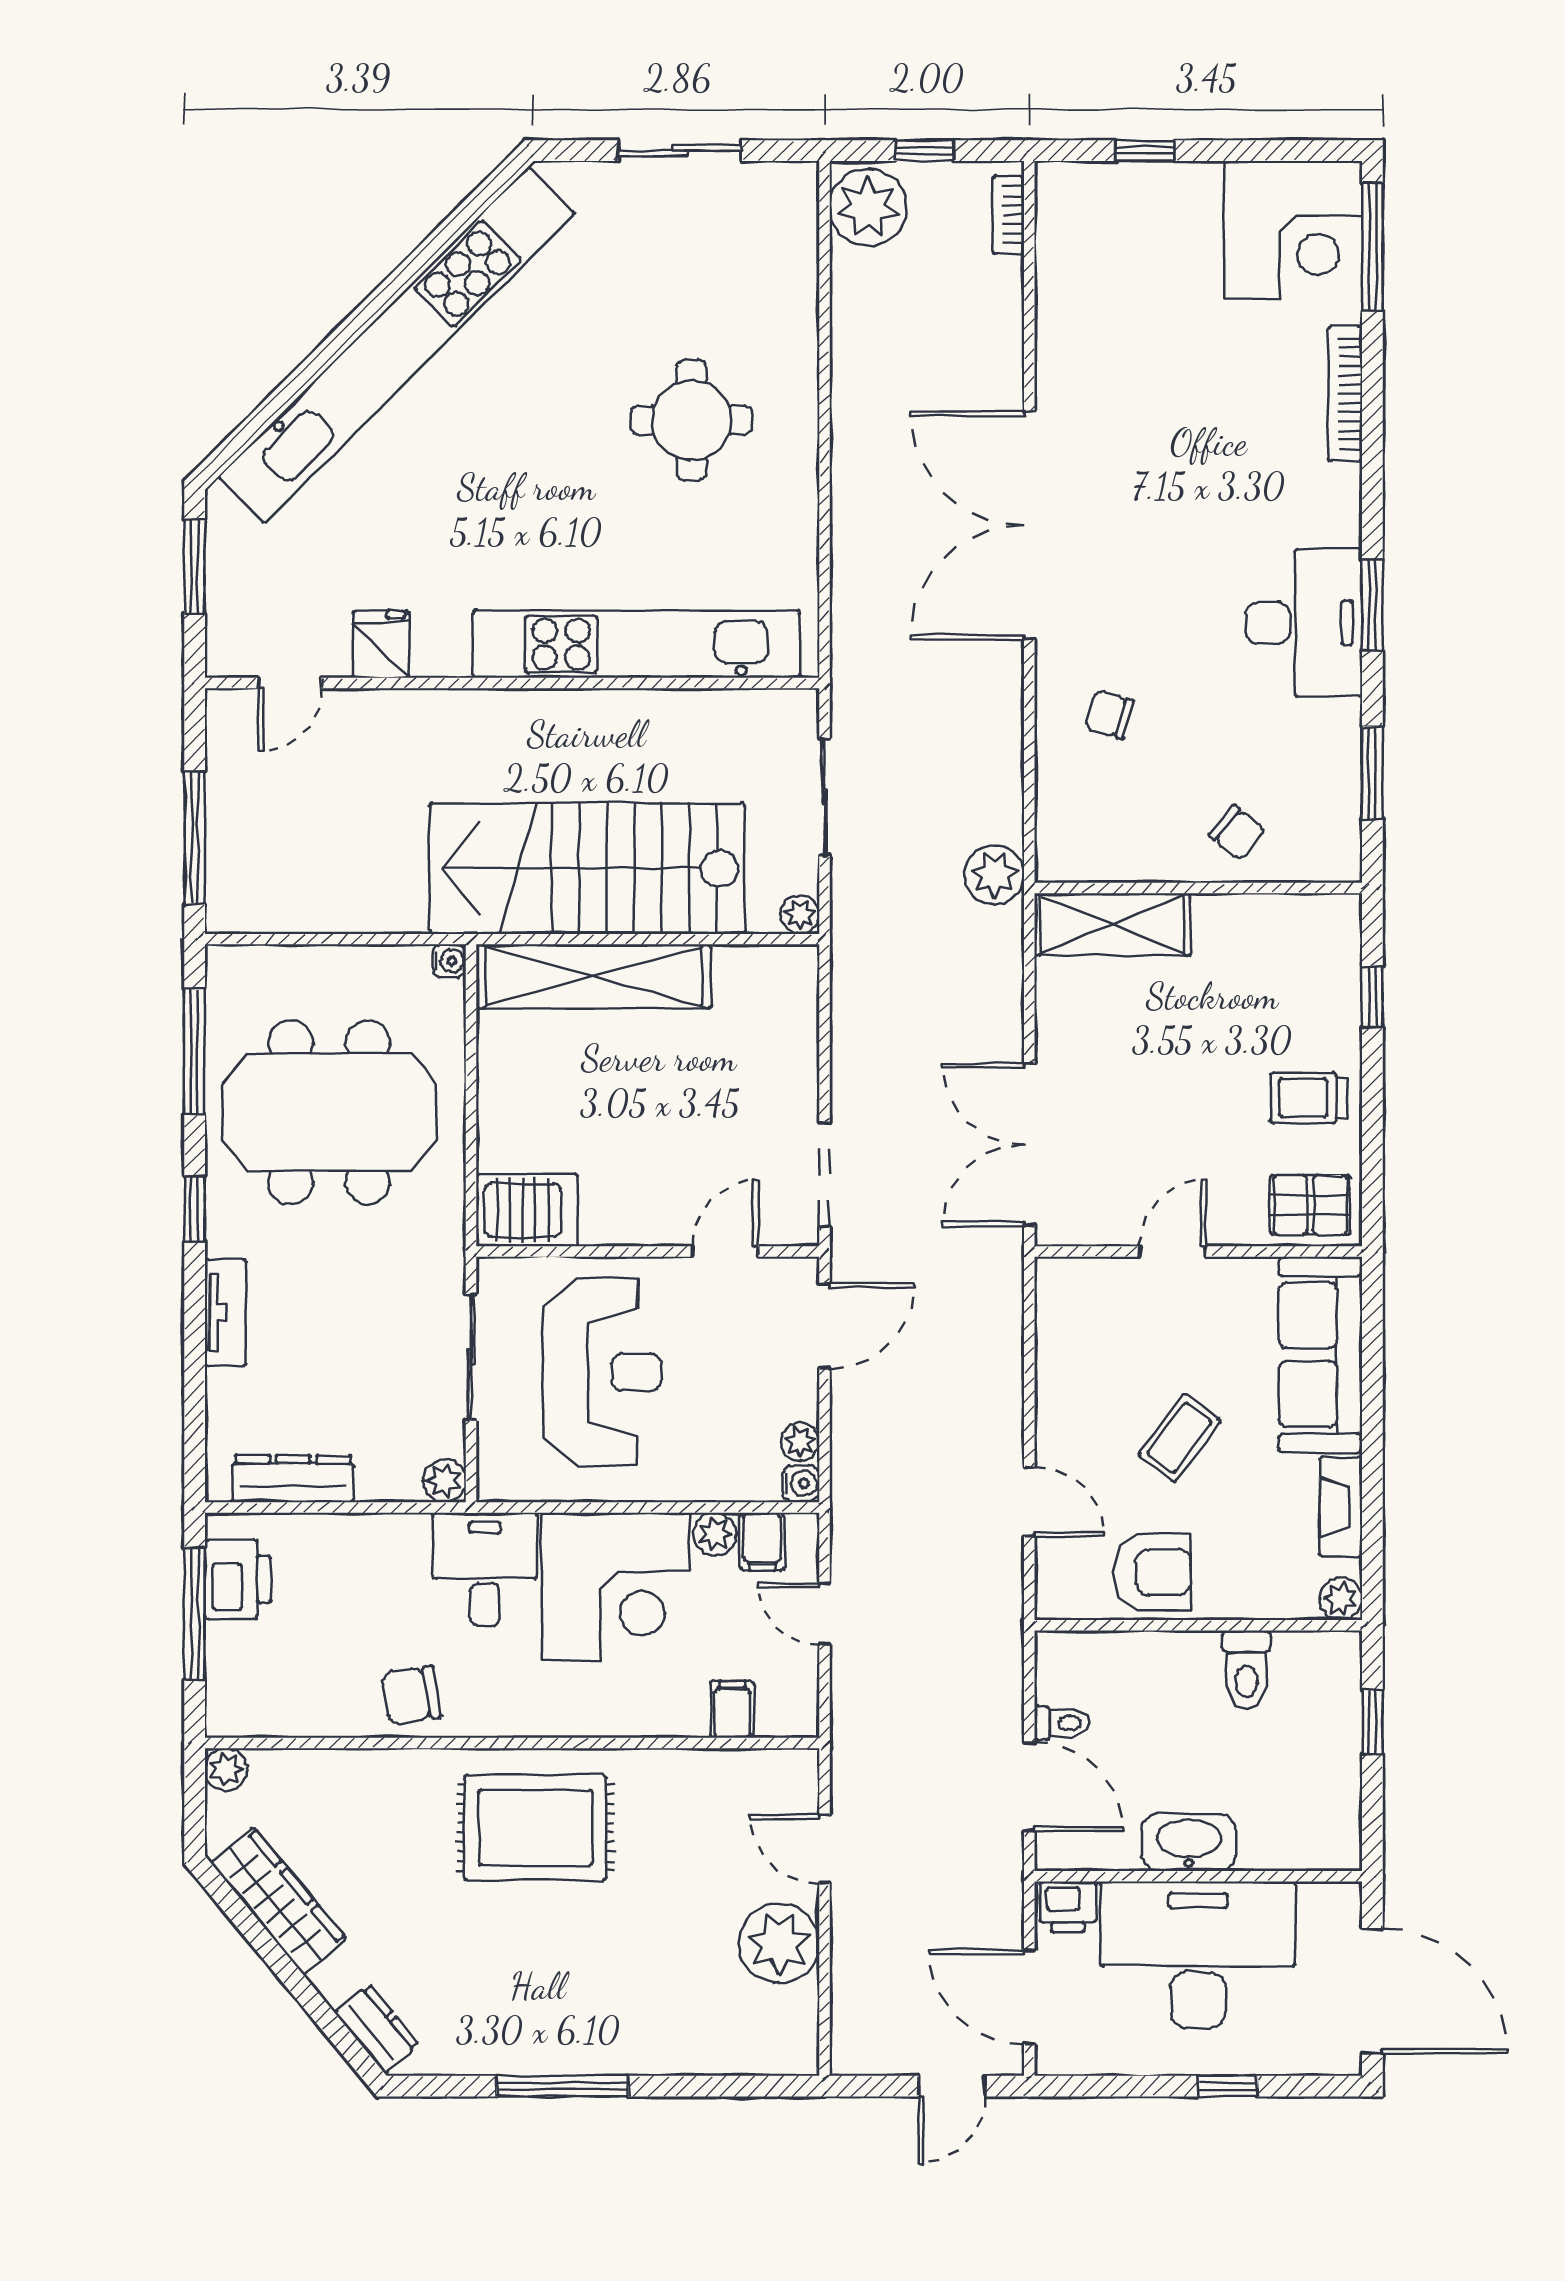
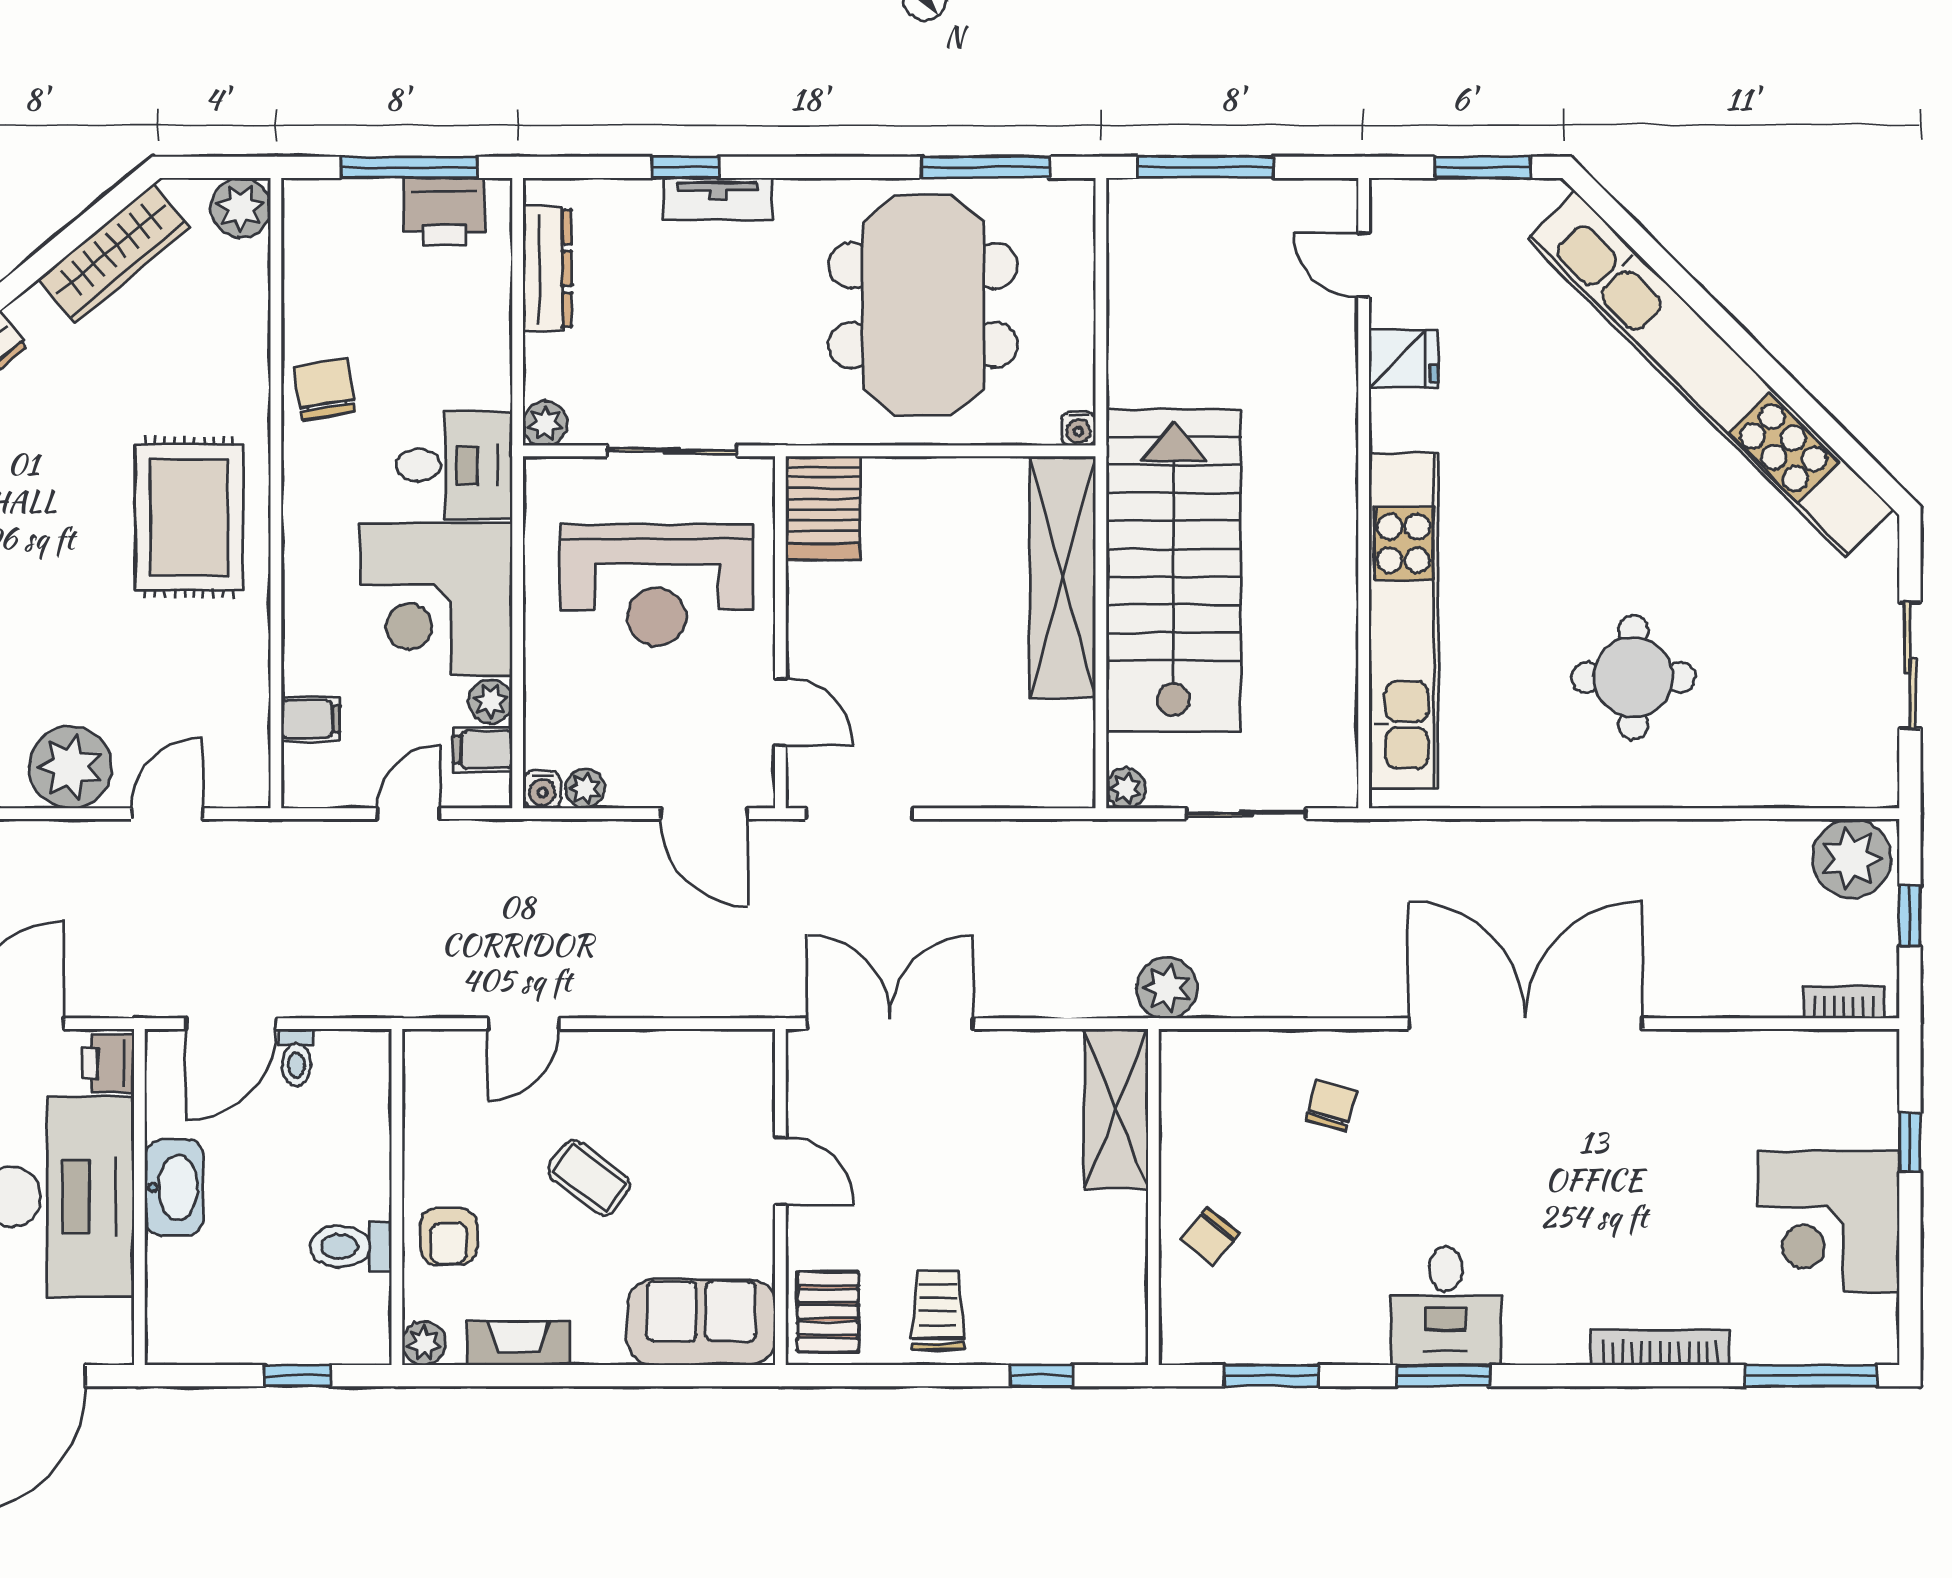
corner desk: (1293, 230) -> (1829, 1221), moved
desk: (1304, 623) -> (1446, 1306), width x0.73
window: (195, 1209) -> (685, 167), moved
sofa: (1320, 1355) -> (701, 1322), width x0.73
armchair: (1153, 1572) -> (449, 1236), moved, width x0.72, depth x0.72
plant: (226, 1769) -> (241, 208), width x1.38, depth x1.38

